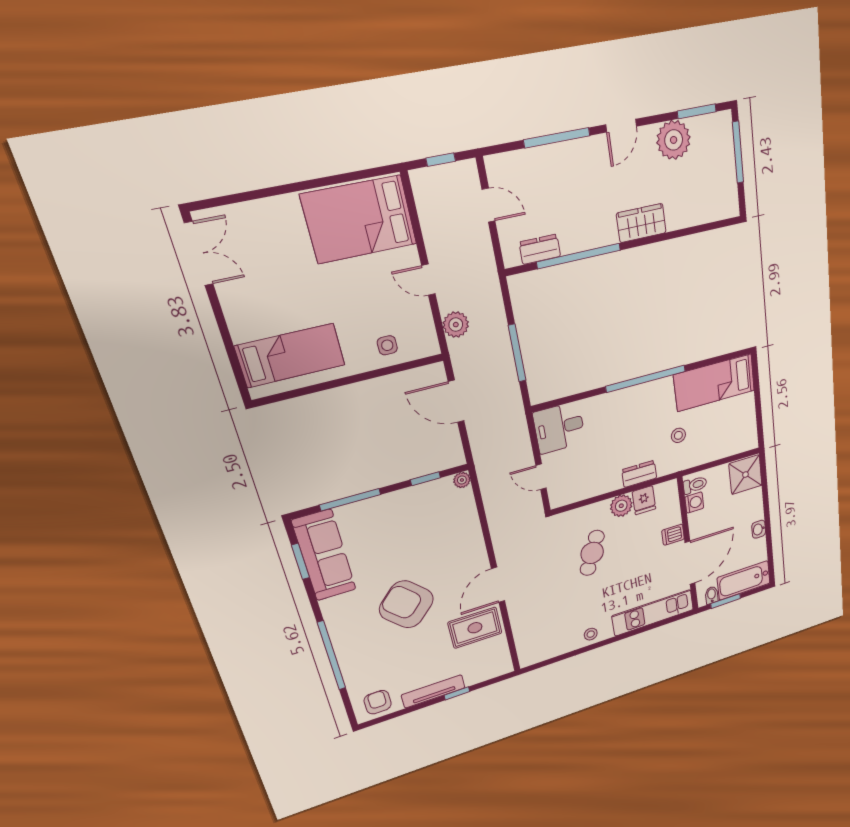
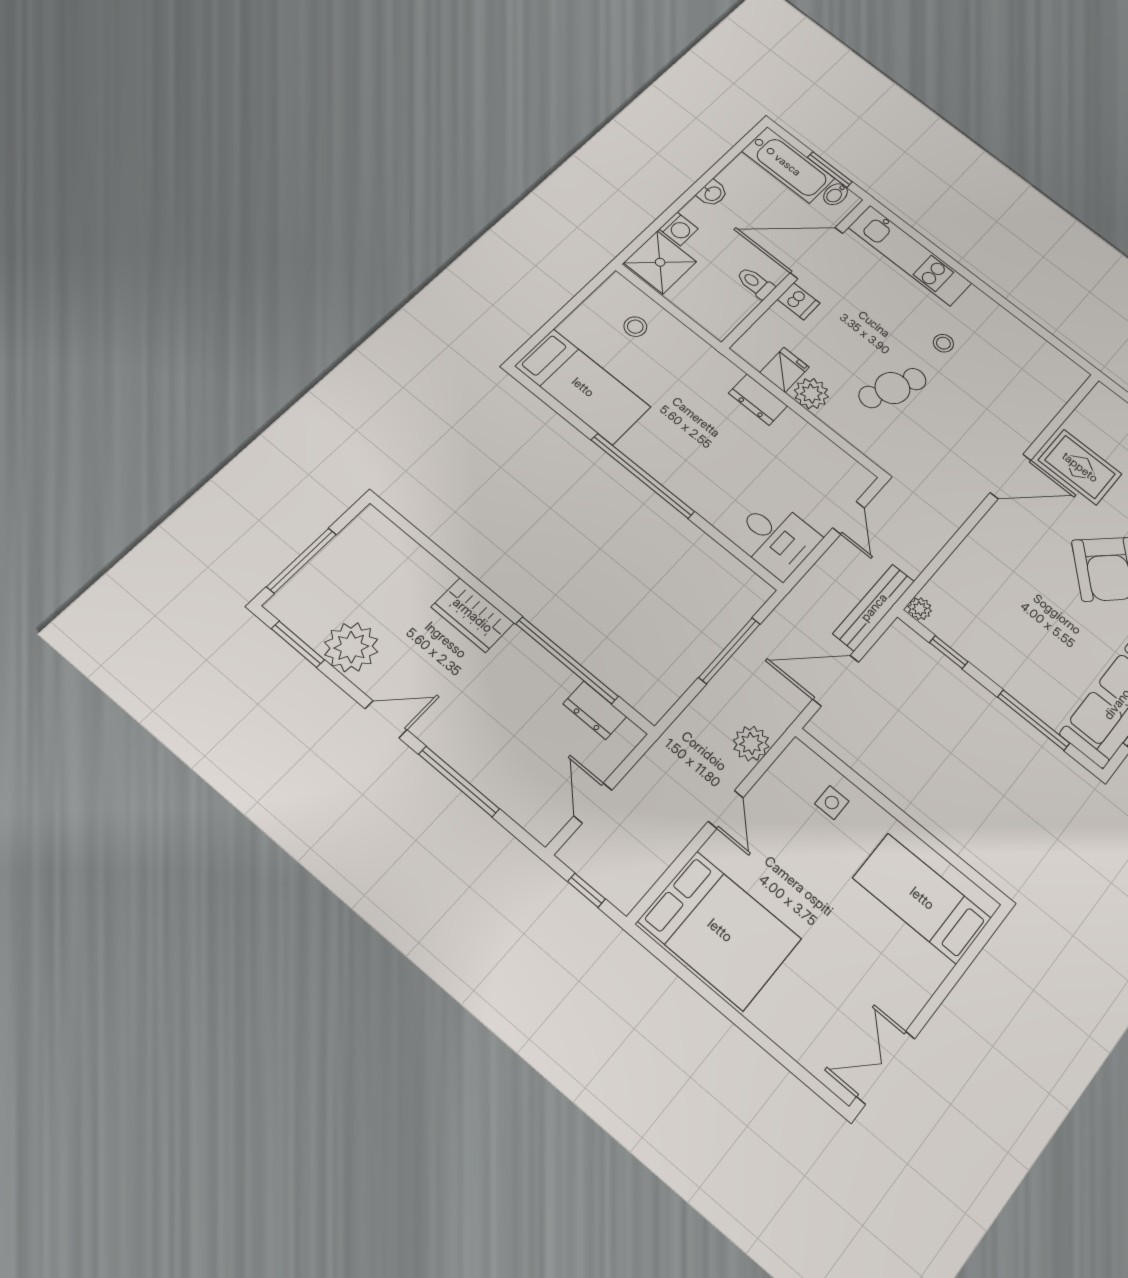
door: (456, 401) -> (836, 681), swing flipped
stool: (678, 435) -> (635, 327), moved
bench: (482, 454) -> (874, 607), added
toilet: (695, 485) -> (755, 283), moved
washing machine: (694, 502) -> (679, 229), moved, turned 180
stool: (591, 634) -> (943, 343), moved

